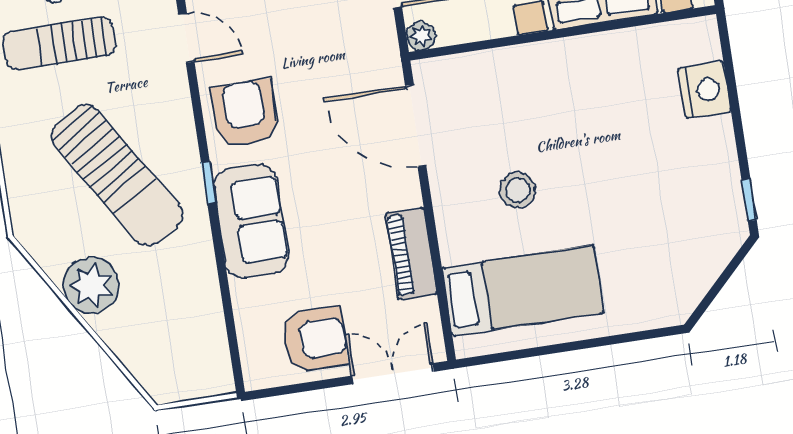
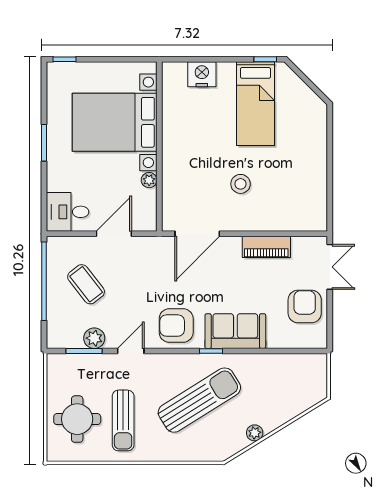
plant: (421, 36) -> (149, 180), moved
plant: (91, 285) -> (255, 433), width x0.53, depth x0.53
bed: (523, 290) -> (255, 104), moved, turned 180
double door: (393, 374) -> (330, 267), swing flipped

